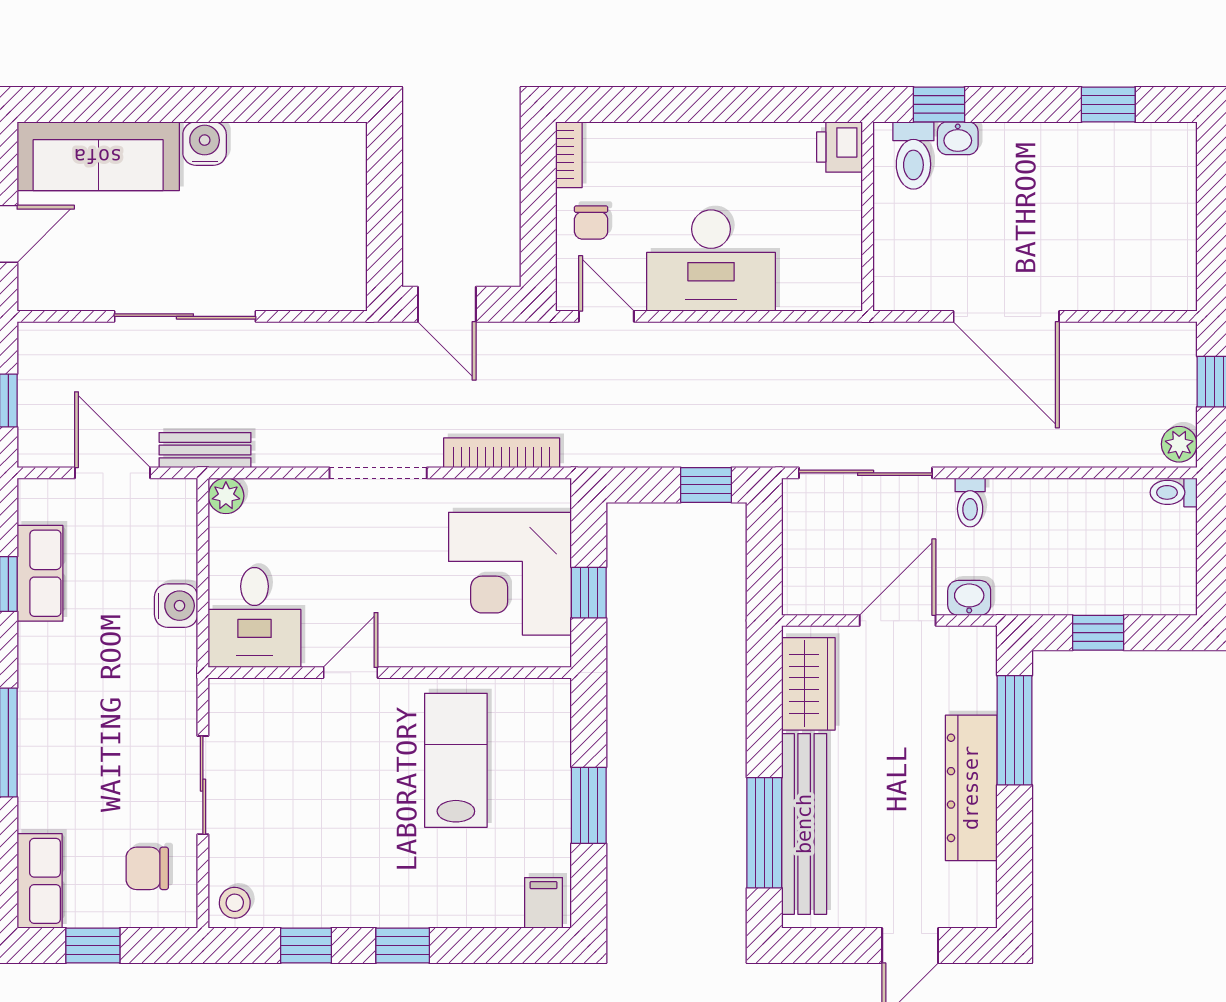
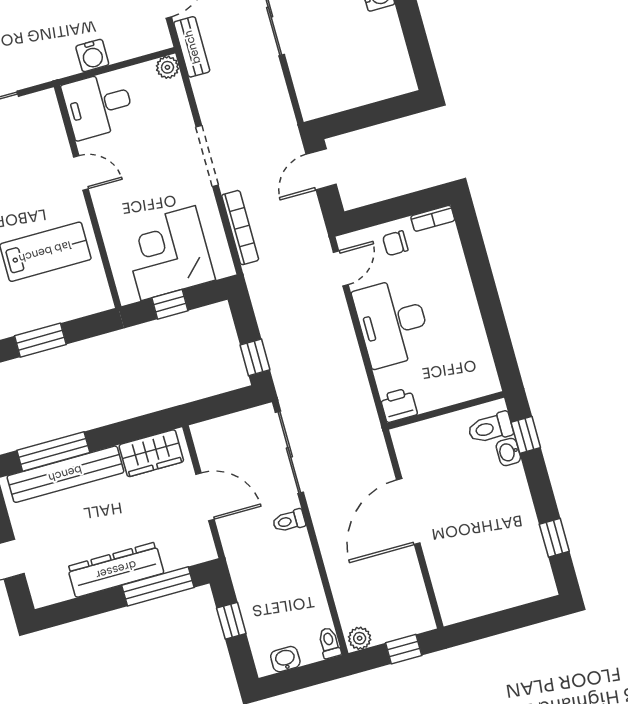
printer: (840, 147) -> (399, 405), moved
washbasin: (969, 598) -> (285, 659), moved, turned -90

